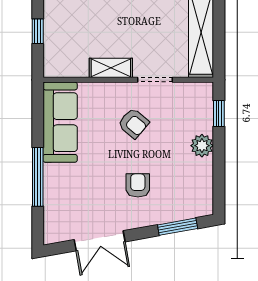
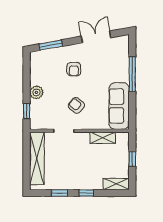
shelving: (111, 68) -> (103, 138), moved

